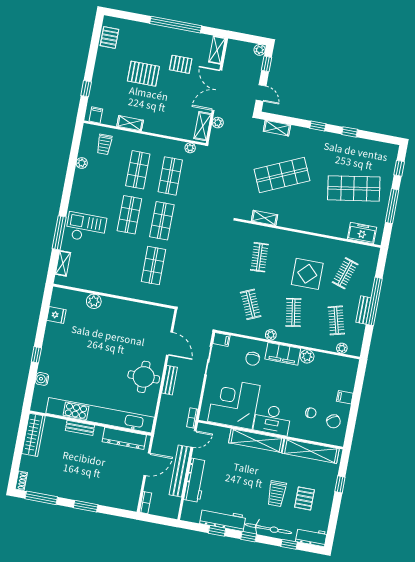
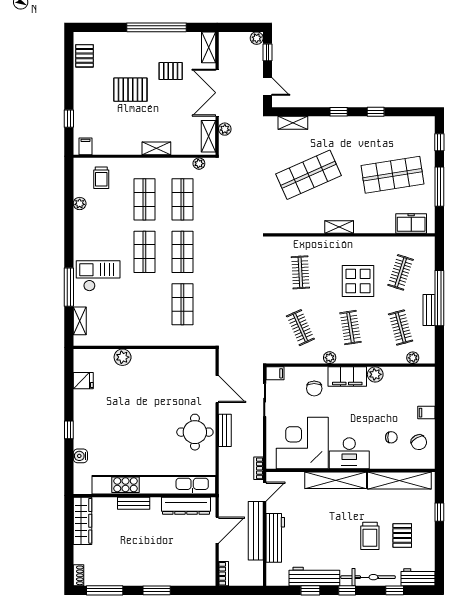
shelving: (130, 123) -> (156, 148), moved
shelving: (265, 218) -> (339, 227), moved

